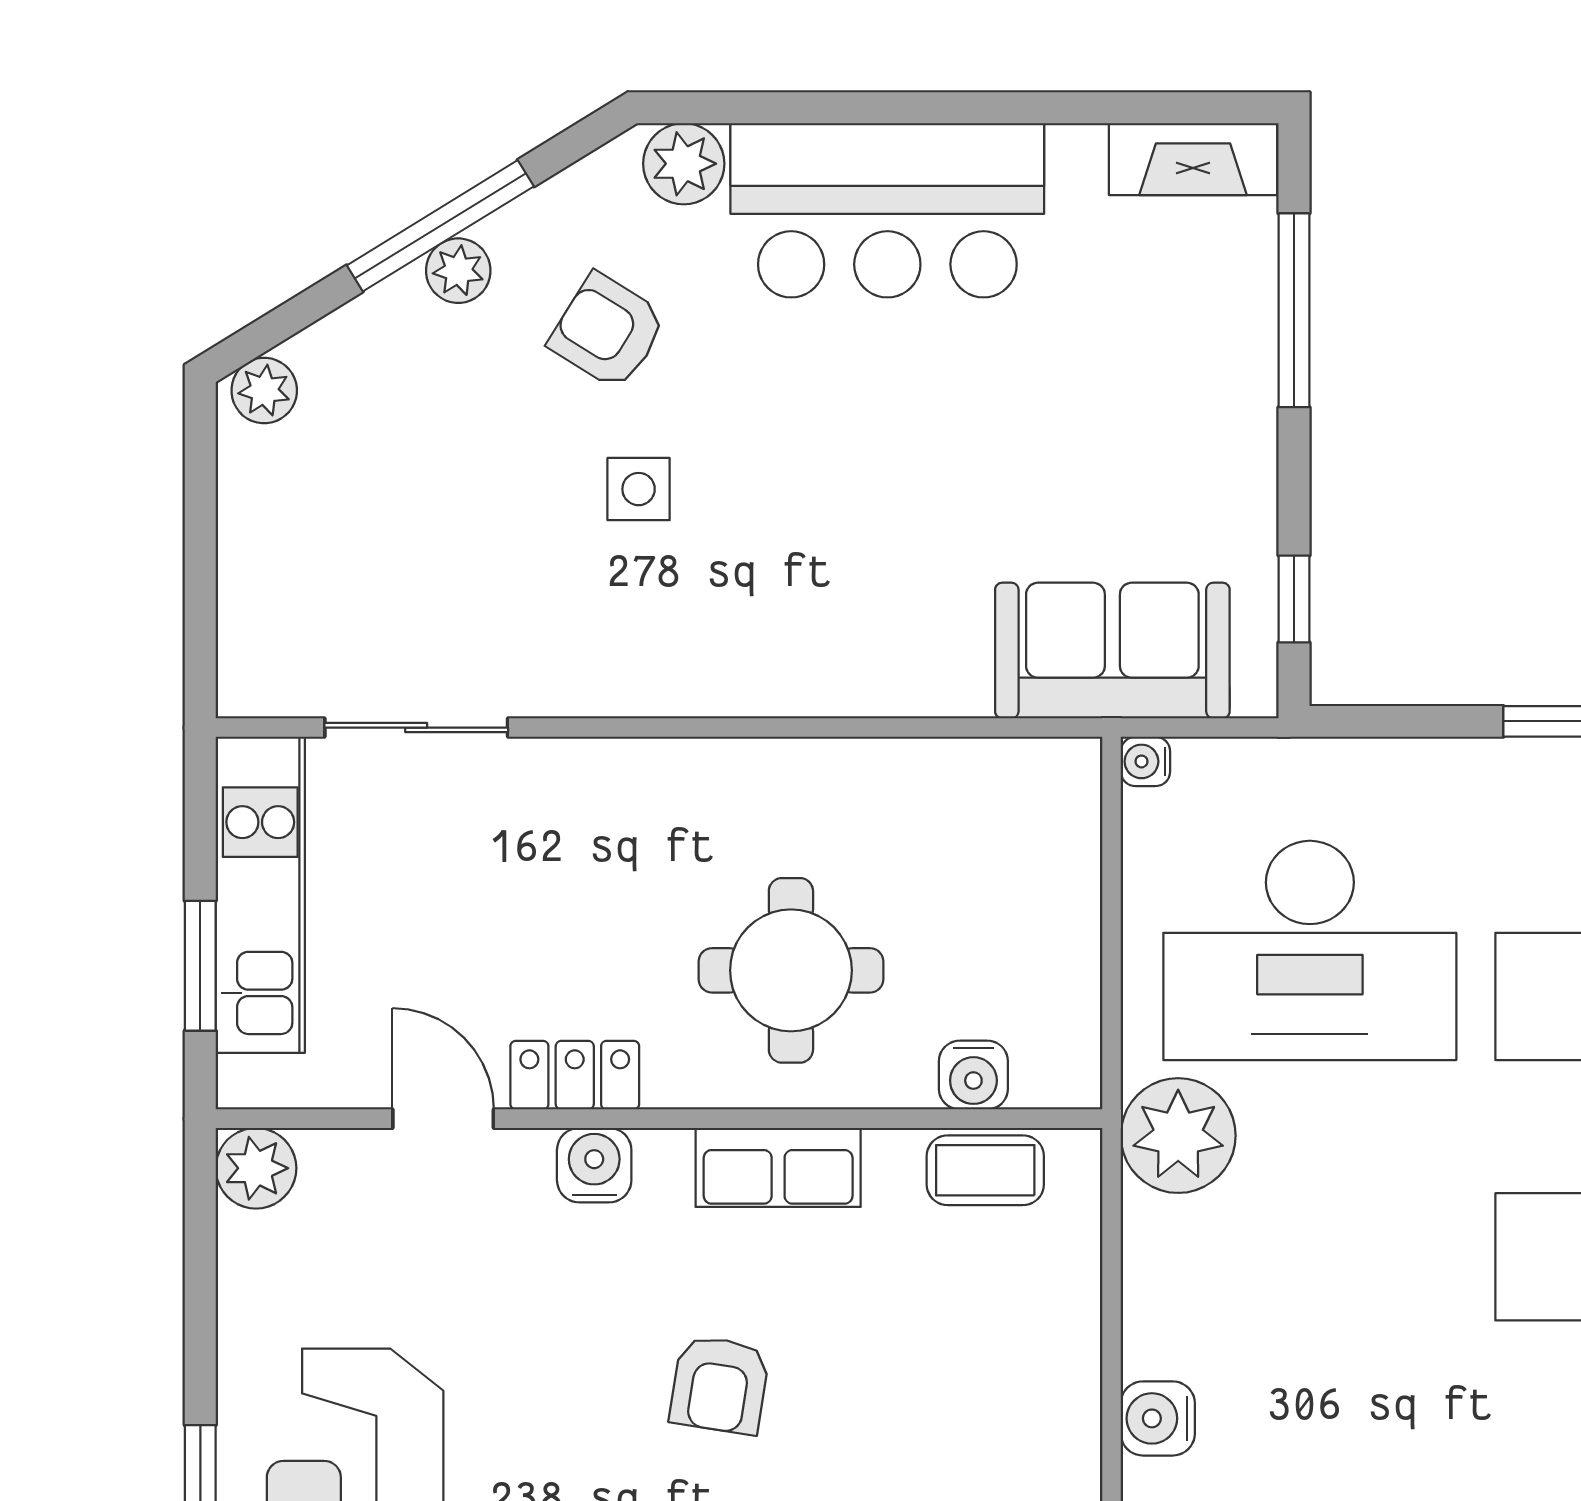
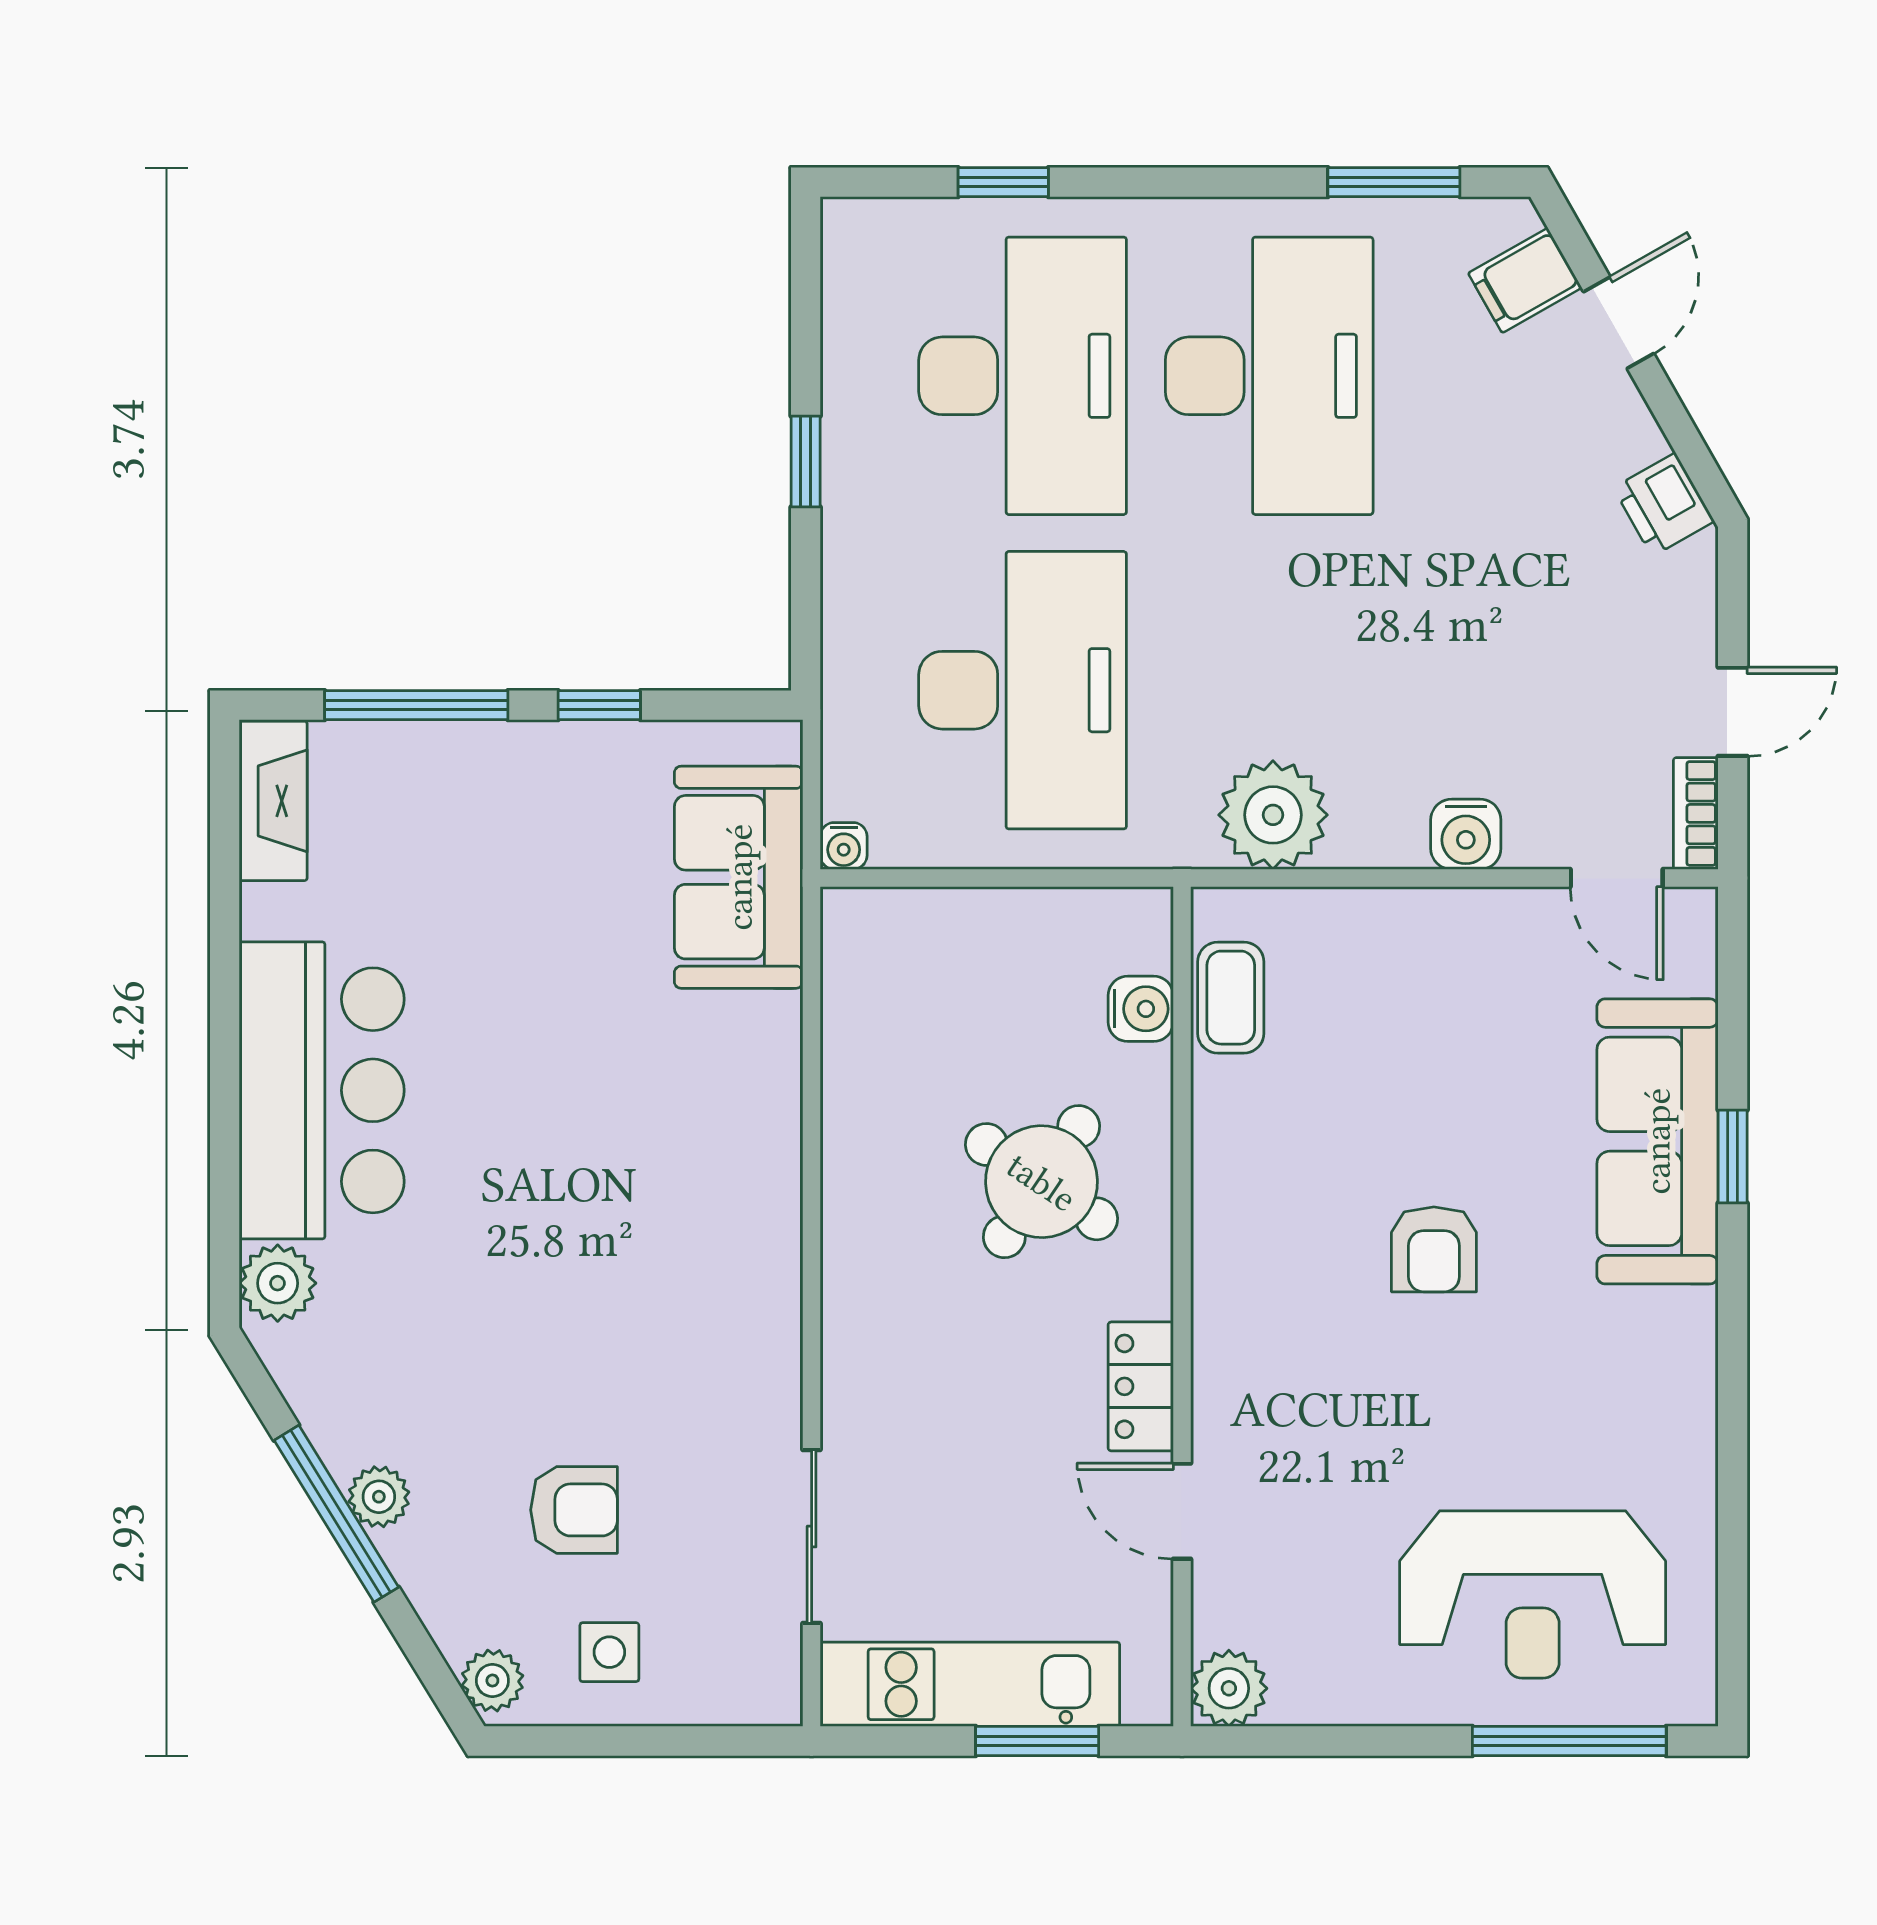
armchair: (608, 331) -> (574, 1510), moved, turned -122
side table: (639, 489) -> (609, 1652), moved
window: (1294, 599) -> (599, 705), moved
round table: (791, 970) -> (1042, 1182), turned 34
door: (443, 1119) -> (1182, 1511), hinge flipped
plant: (1178, 1136) -> (1273, 815), moved
water cooler: (594, 1165) -> (1226, 1368), removed
row of seats: (778, 1167) -> (1228, 1194), removed
armchair: (720, 1385) -> (1434, 1249), turned 81

